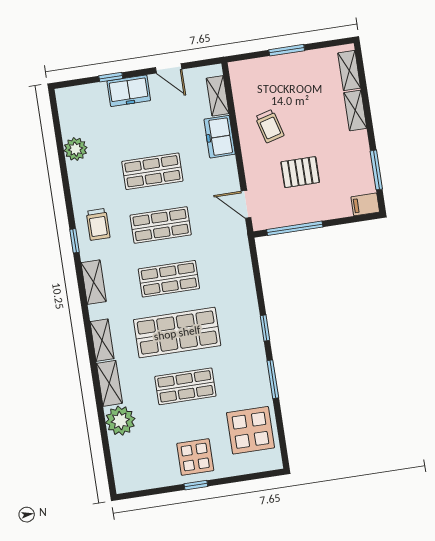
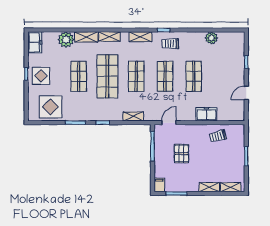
freezer: (129, 91) -> (35, 42), moved, turned 180
shelving: (218, 96) -> (133, 116), moved
trolley: (270, 126) -> (218, 136), moved

